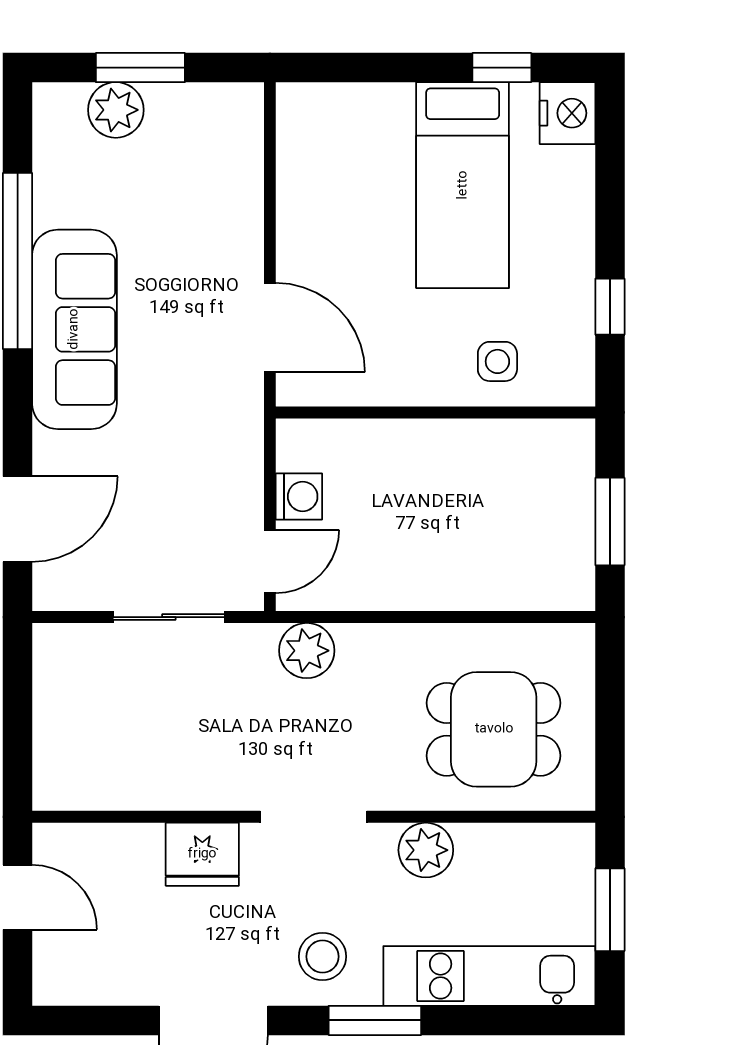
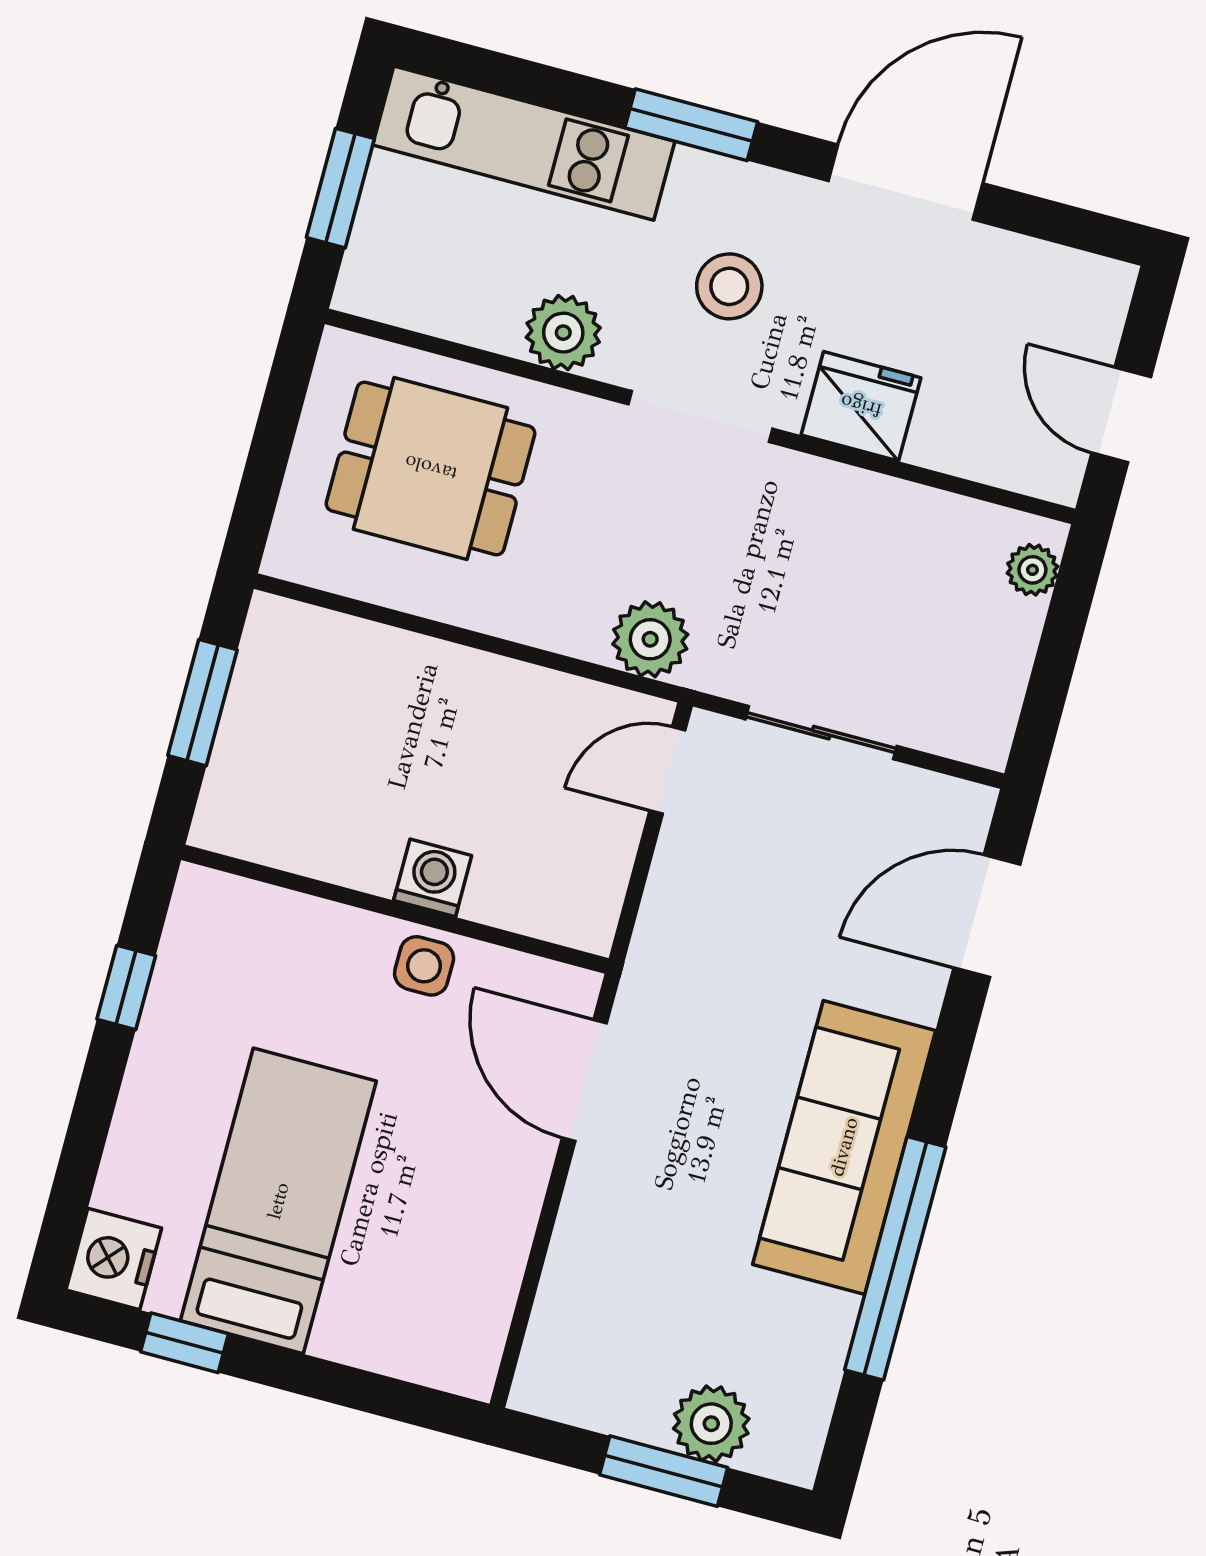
side table: (497, 361) -> (424, 966), moved
washing machine: (299, 496) -> (433, 878), moved, turned 90
plant: (51, 772) -> (1032, 570), added
stool: (322, 957) -> (729, 286), moved

